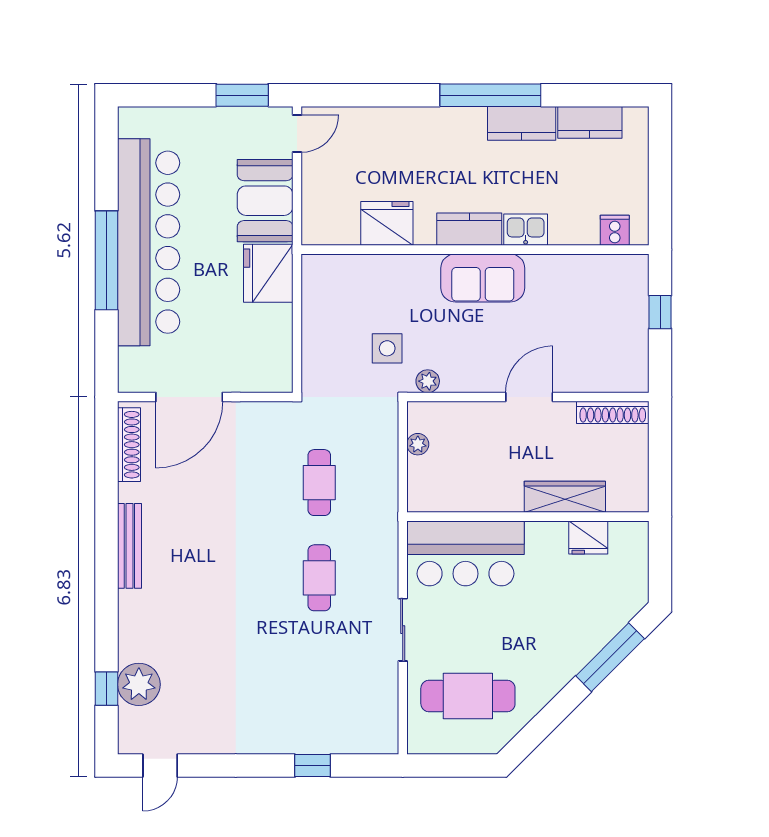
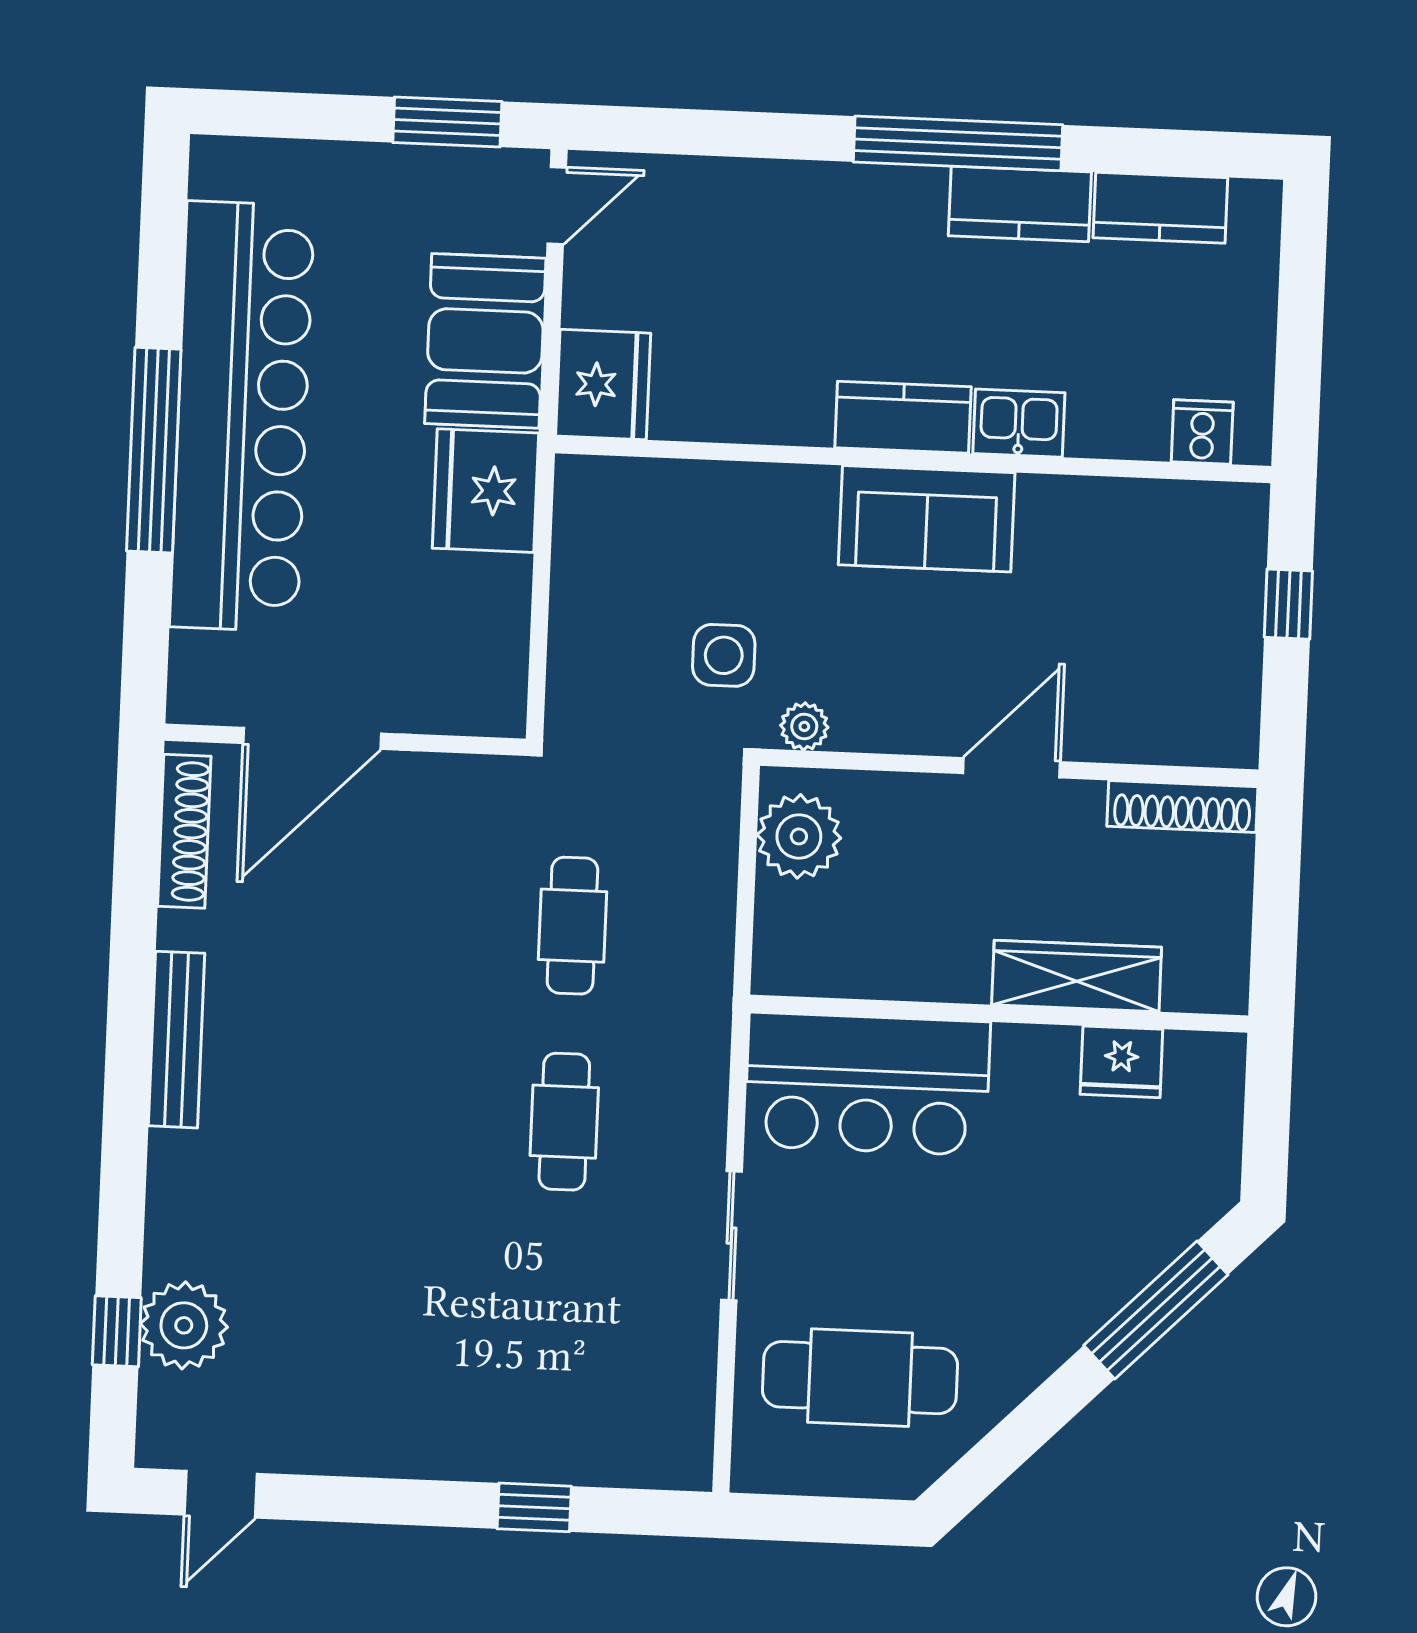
fridge: (387, 223) -> (603, 385), moved, turned 90
plant: (418, 444) -> (799, 836), width x1.88, depth x1.88

